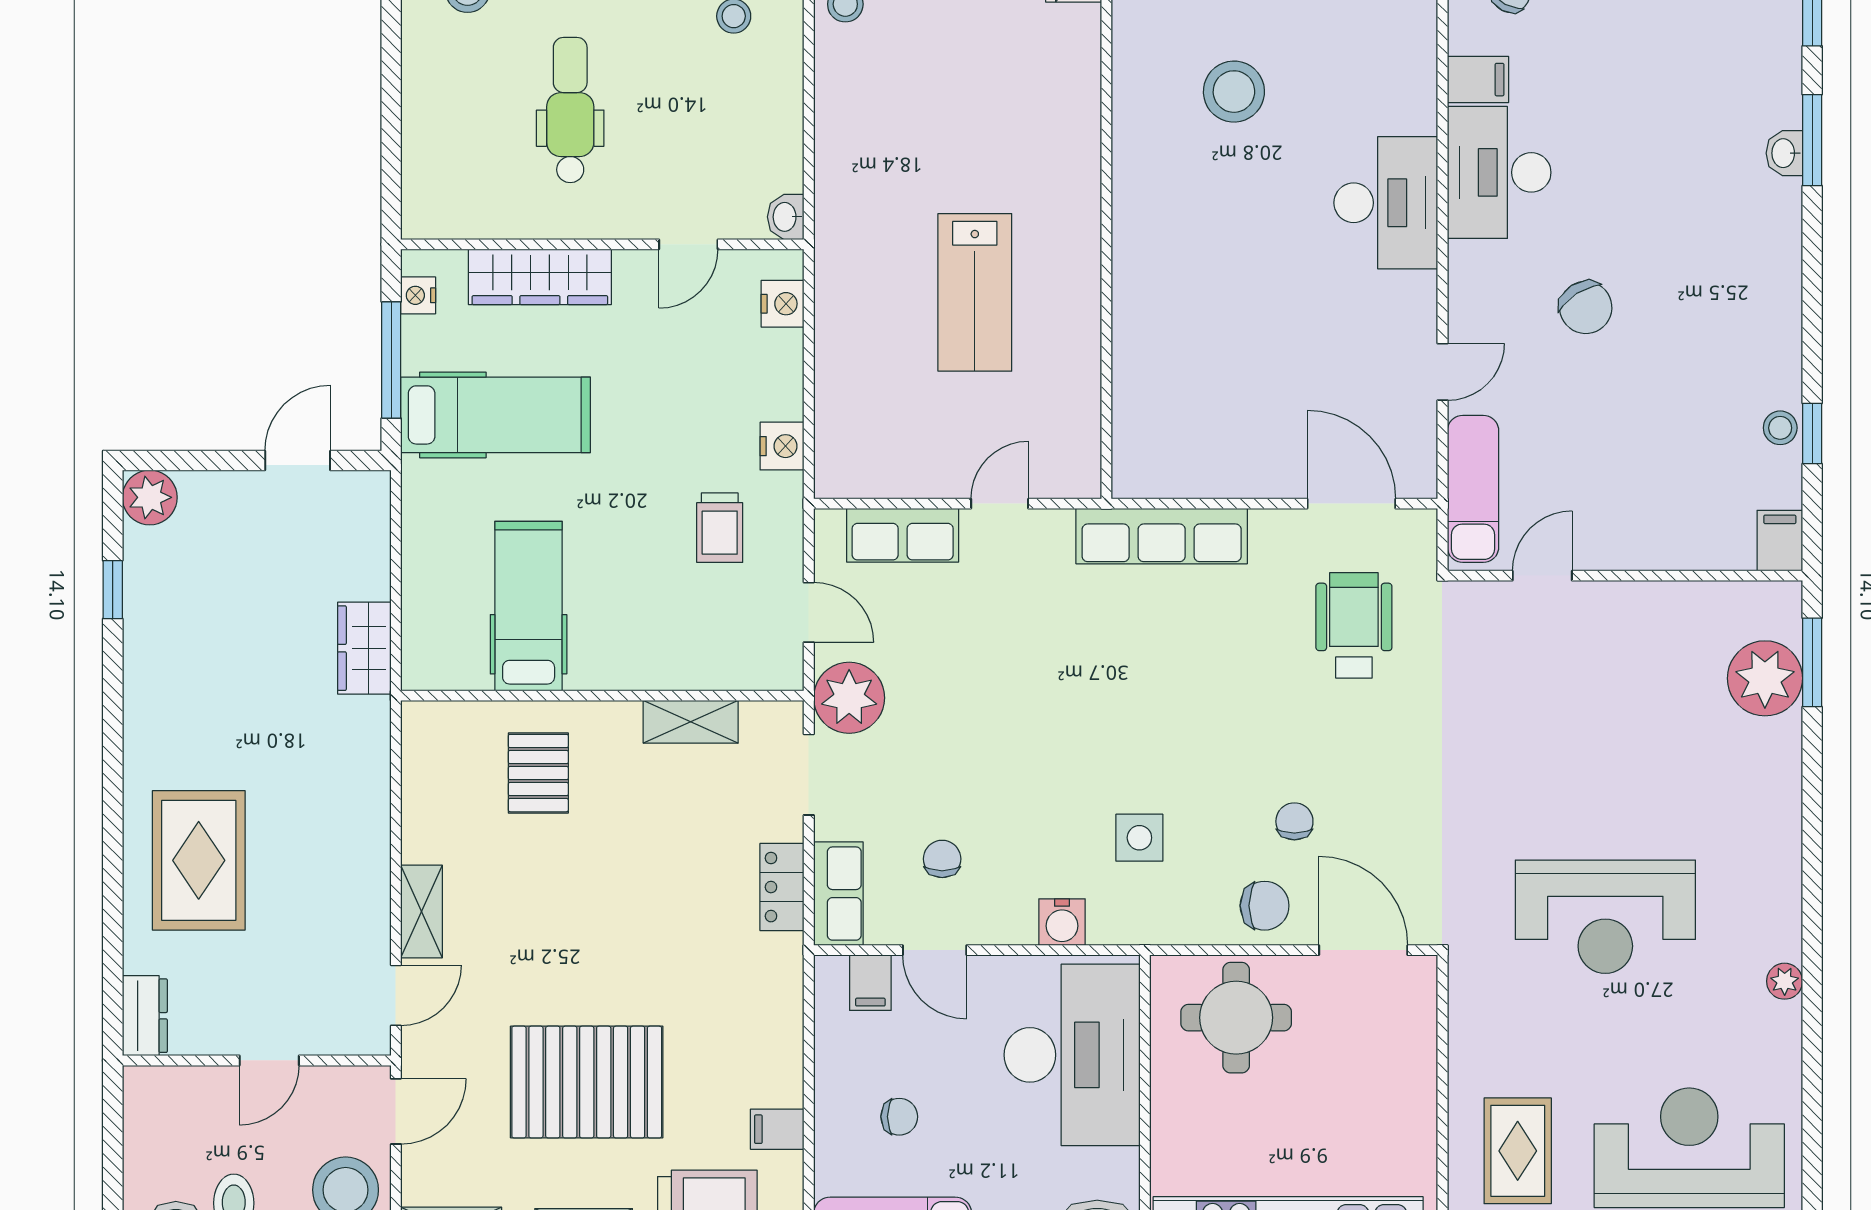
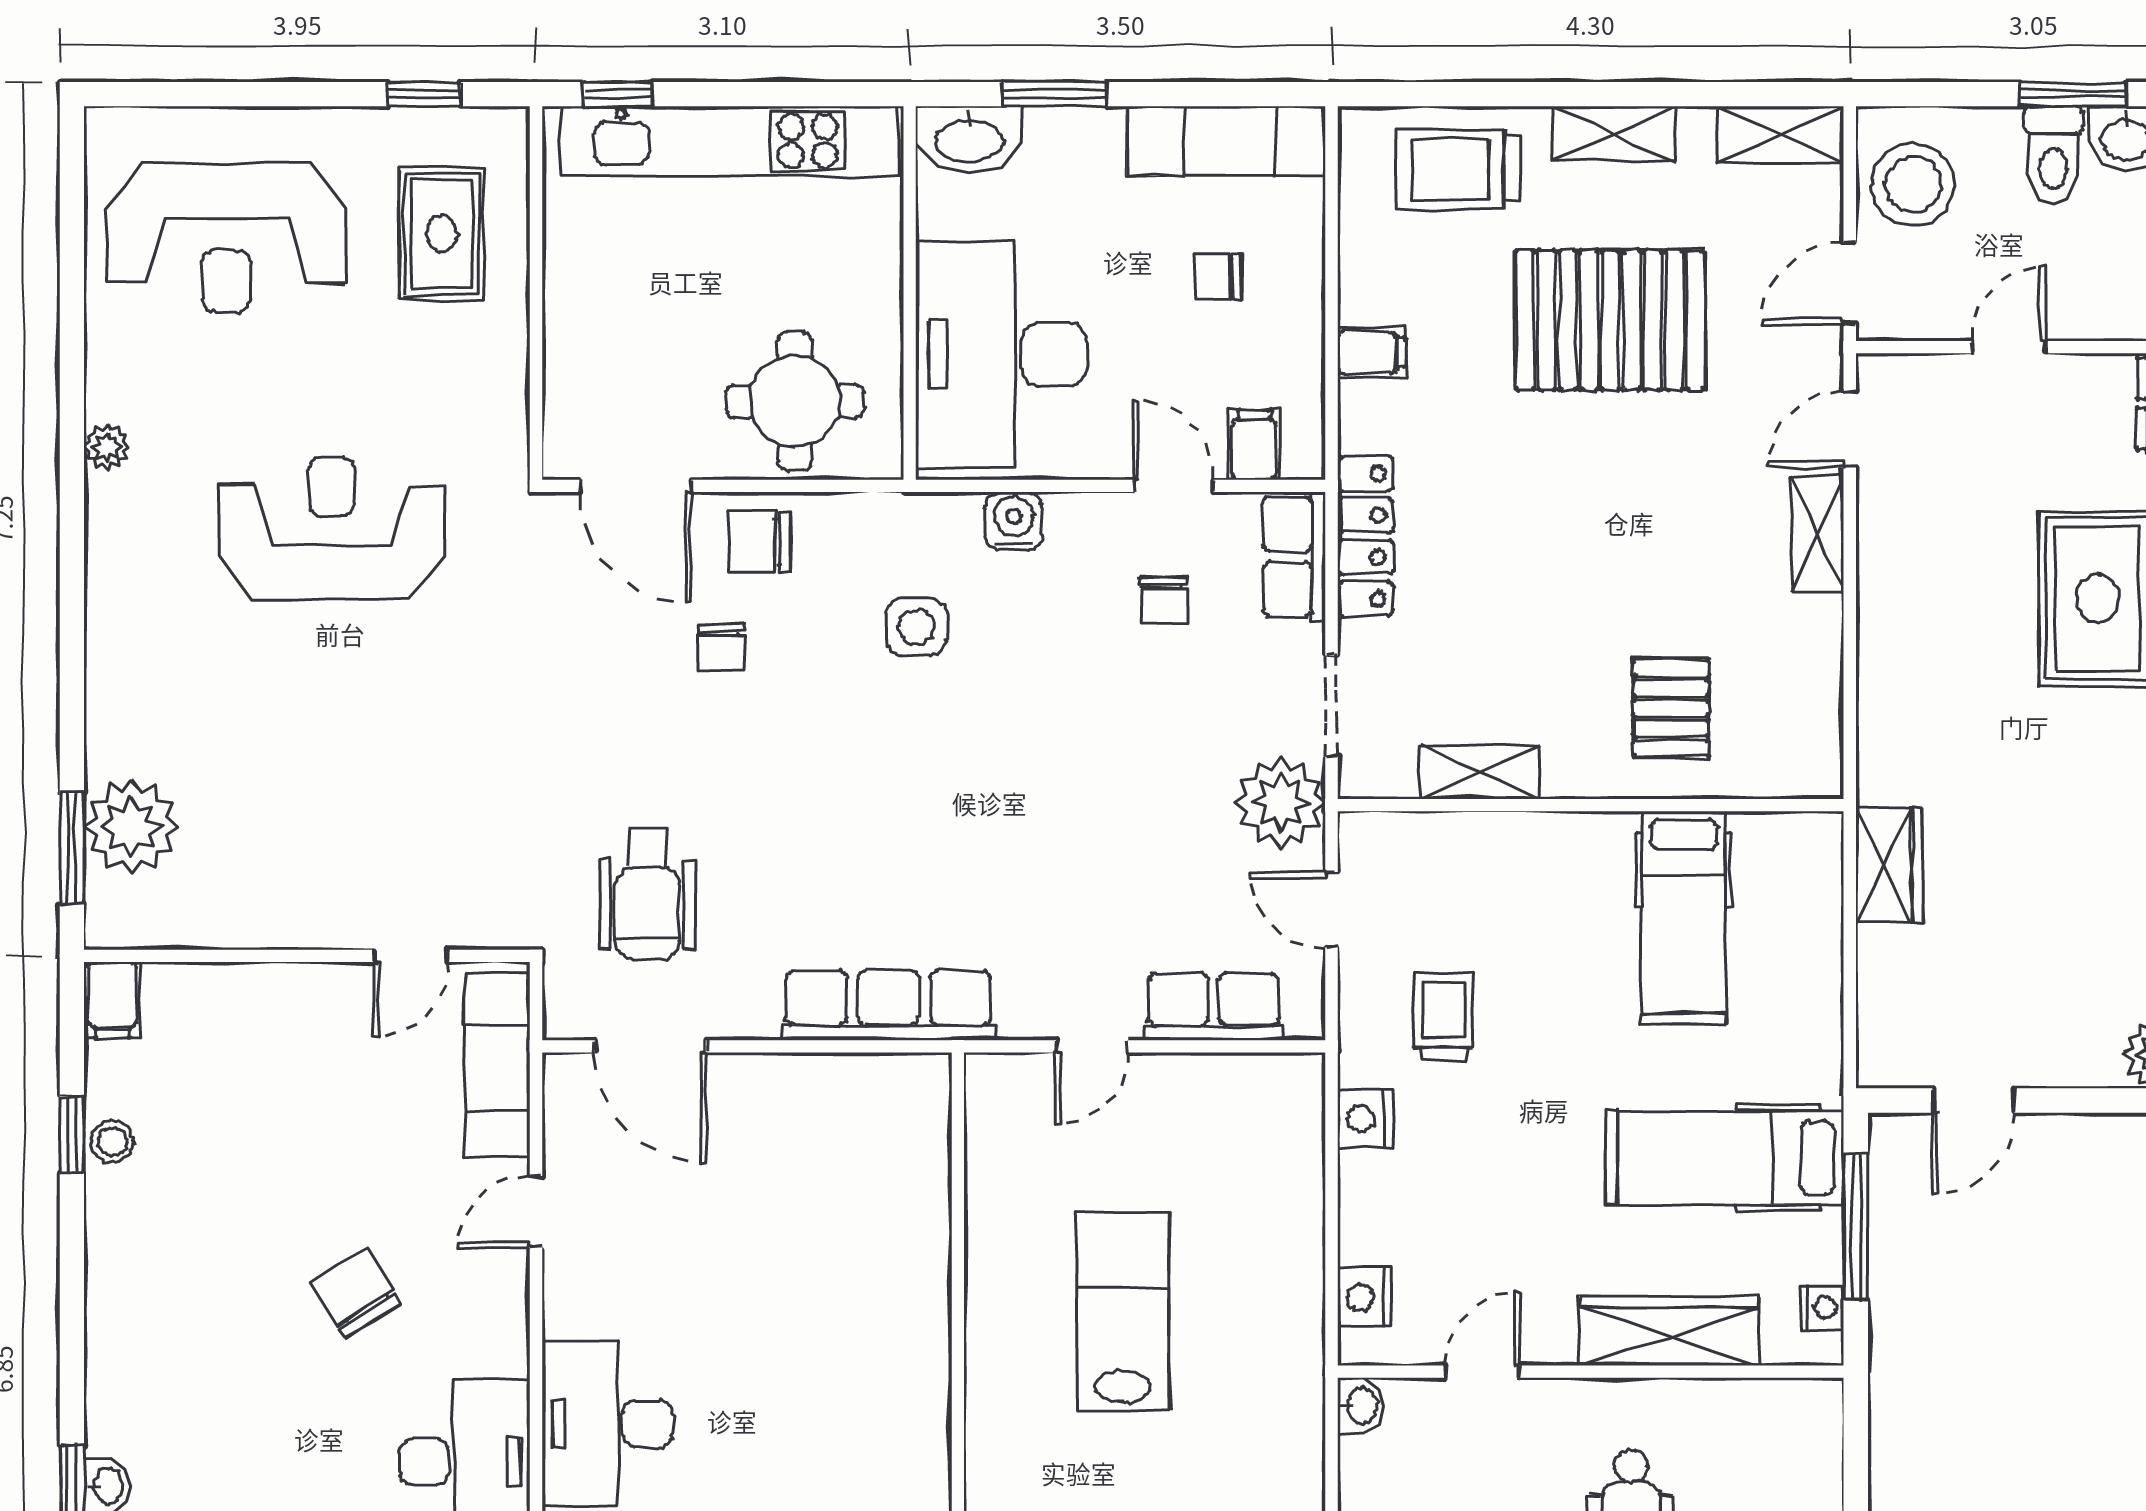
locker: (782, 887) -> (1365, 536), width x1.53
filing cabinet: (777, 1129) -> (1371, 353), moved

